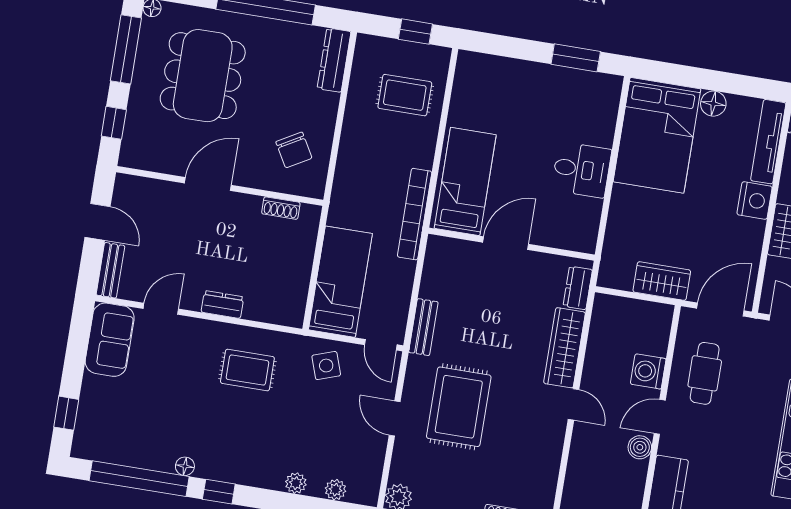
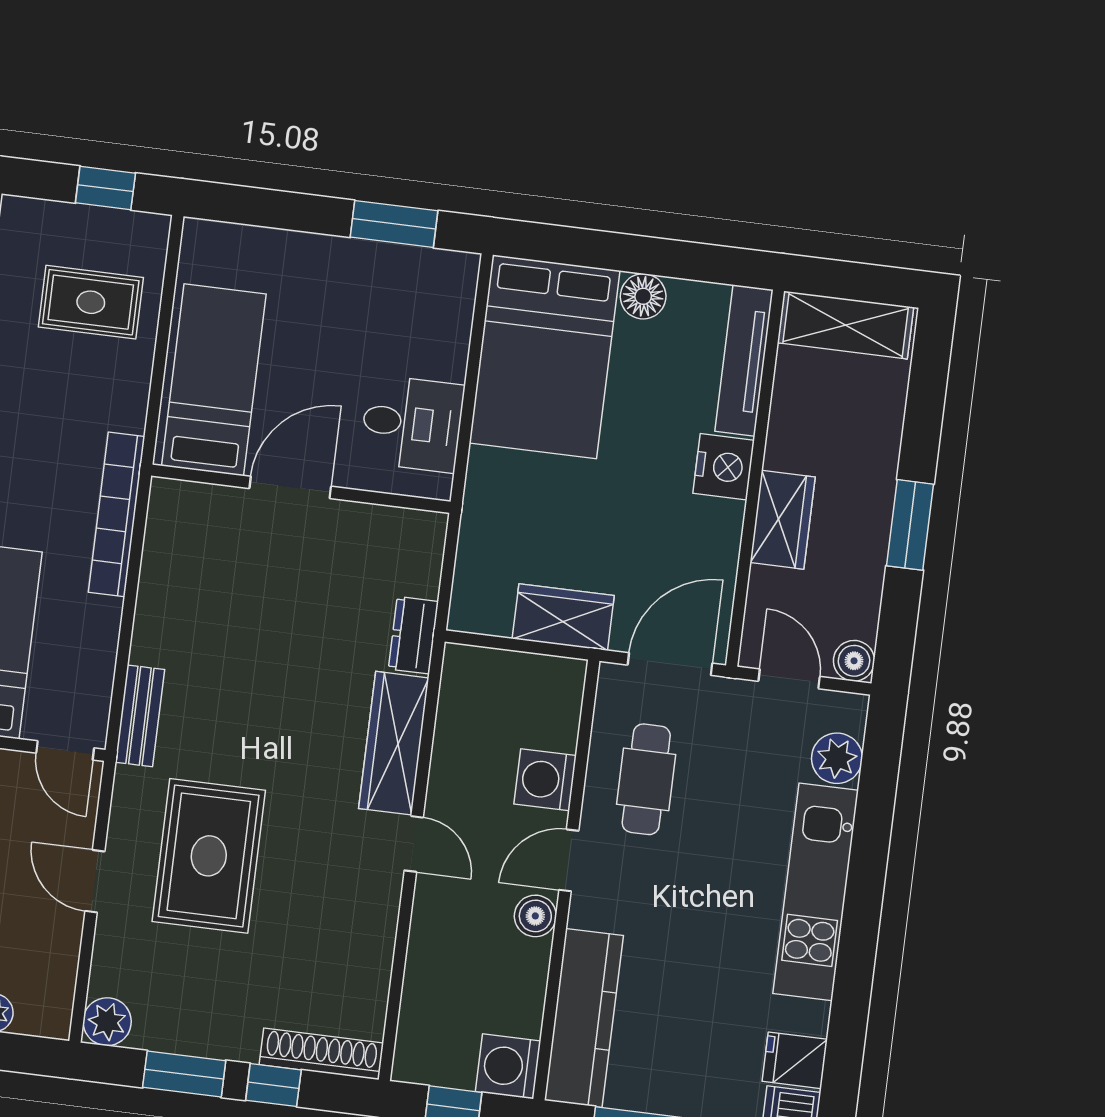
bed: (465, 182) -> (214, 380), moved
door: (506, 243) -> (290, 487), moved
wall: (511, 244) -> (301, 489), moved

